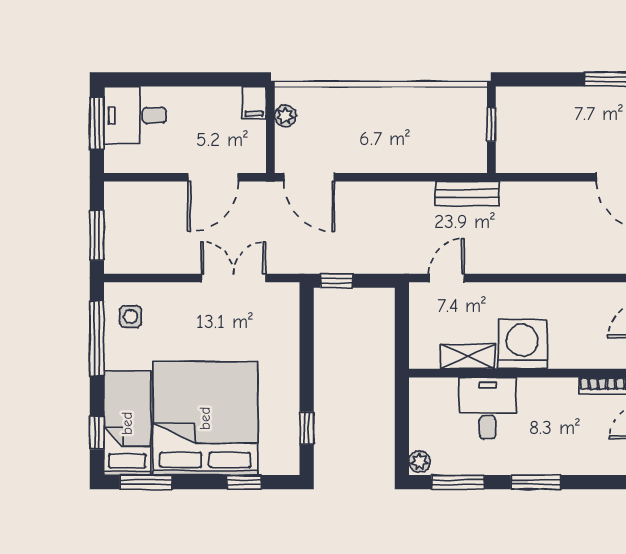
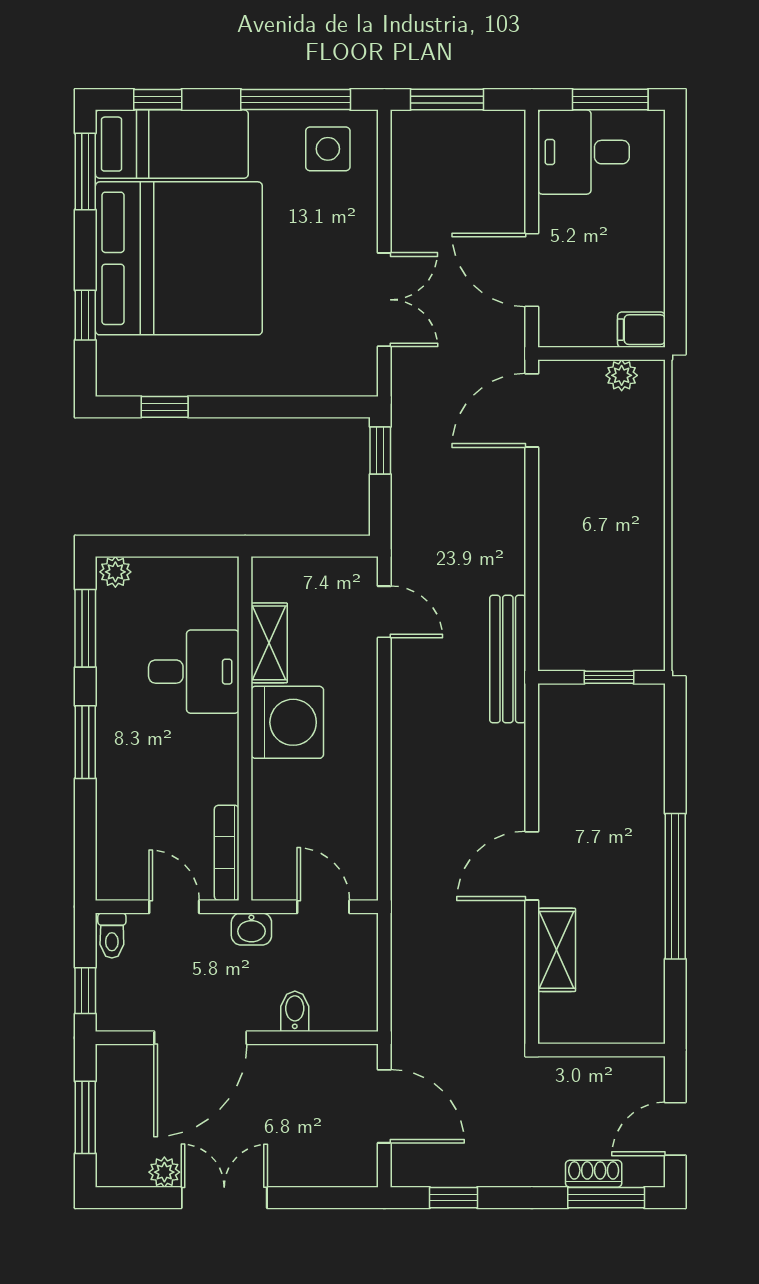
desk: (135, 115) -> (584, 152), moved, turned -90
bench: (467, 194) -> (508, 659), width x1.36
side table: (131, 317) -> (328, 149), width x1.37, depth x1.37

